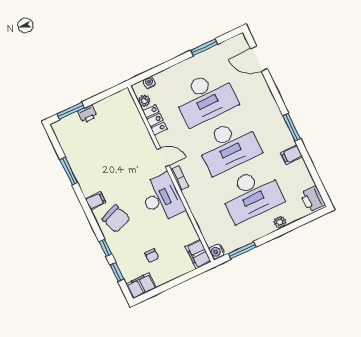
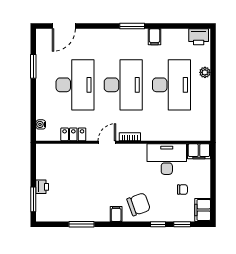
plant: (144, 101) -> (54, 136), removed
desk: (162, 198) -> (167, 159), moved
window: (242, 250) -> (213, 114), removed
water cooler: (217, 251) -> (204, 135), removed

